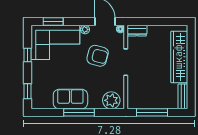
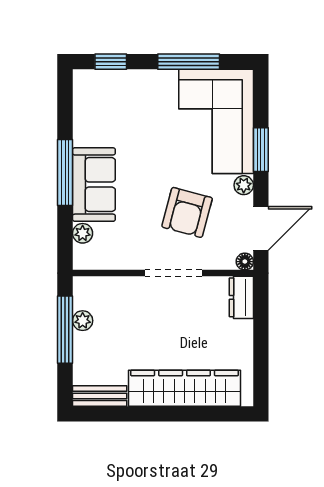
window: (53, 21) -> (261, 150), moved
window: (28, 55) -> (189, 62), width x2.17
sofa: (70, 99) -> (94, 185), moved
plant: (111, 100) -> (83, 233), width x0.53, depth x0.53
plant: (148, 104) -> (83, 321), added

